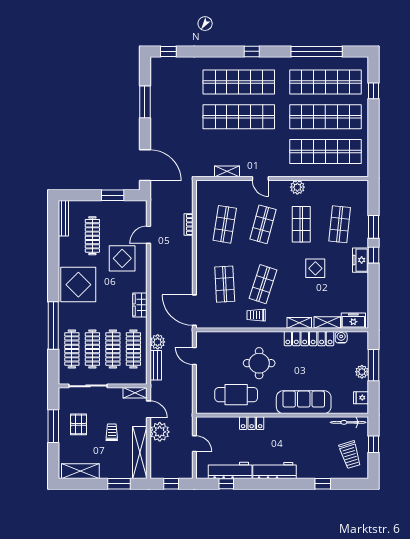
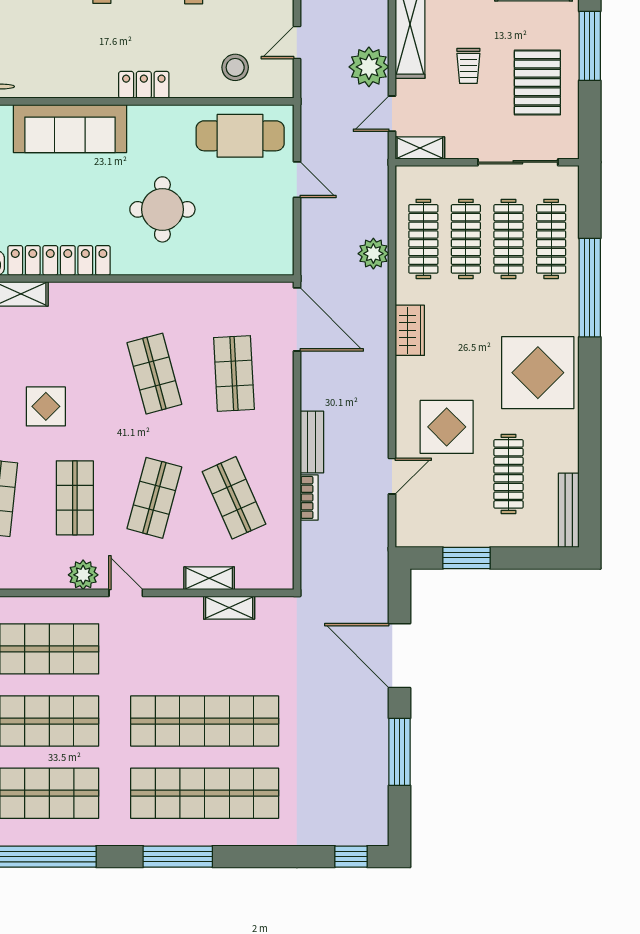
window: (252, 51) -> (178, 857), width x2.17
door: (145, 165) -> (399, 656), moved
door: (260, 178) -> (126, 593), moved
shop shelf: (225, 224) -> (234, 498), turned -33
shop shelf: (263, 284) -> (154, 374), turned -33
trolley: (256, 315) -> (169, 309), removed
shelving: (299, 323) -> (209, 578), moved
door: (194, 356) -> (297, 180), moved
bench: (156, 365) -> (312, 442), moved
cafe table: (236, 395) -> (240, 136), moved
door: (149, 409) -> (392, 114), hinge flipped
locker: (252, 423) -> (144, 85), moved
pallet: (79, 424) -> (537, 82), width x1.50, depth x1.42
window: (53, 426) -> (590, 46), moved
stool: (224, 432) -> (235, 67), added
door: (194, 444) -> (297, 42), hinge flipped

